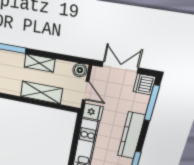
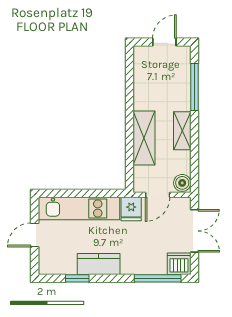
kitchen counter: (131, 136) -> (99, 264), width x0.67

